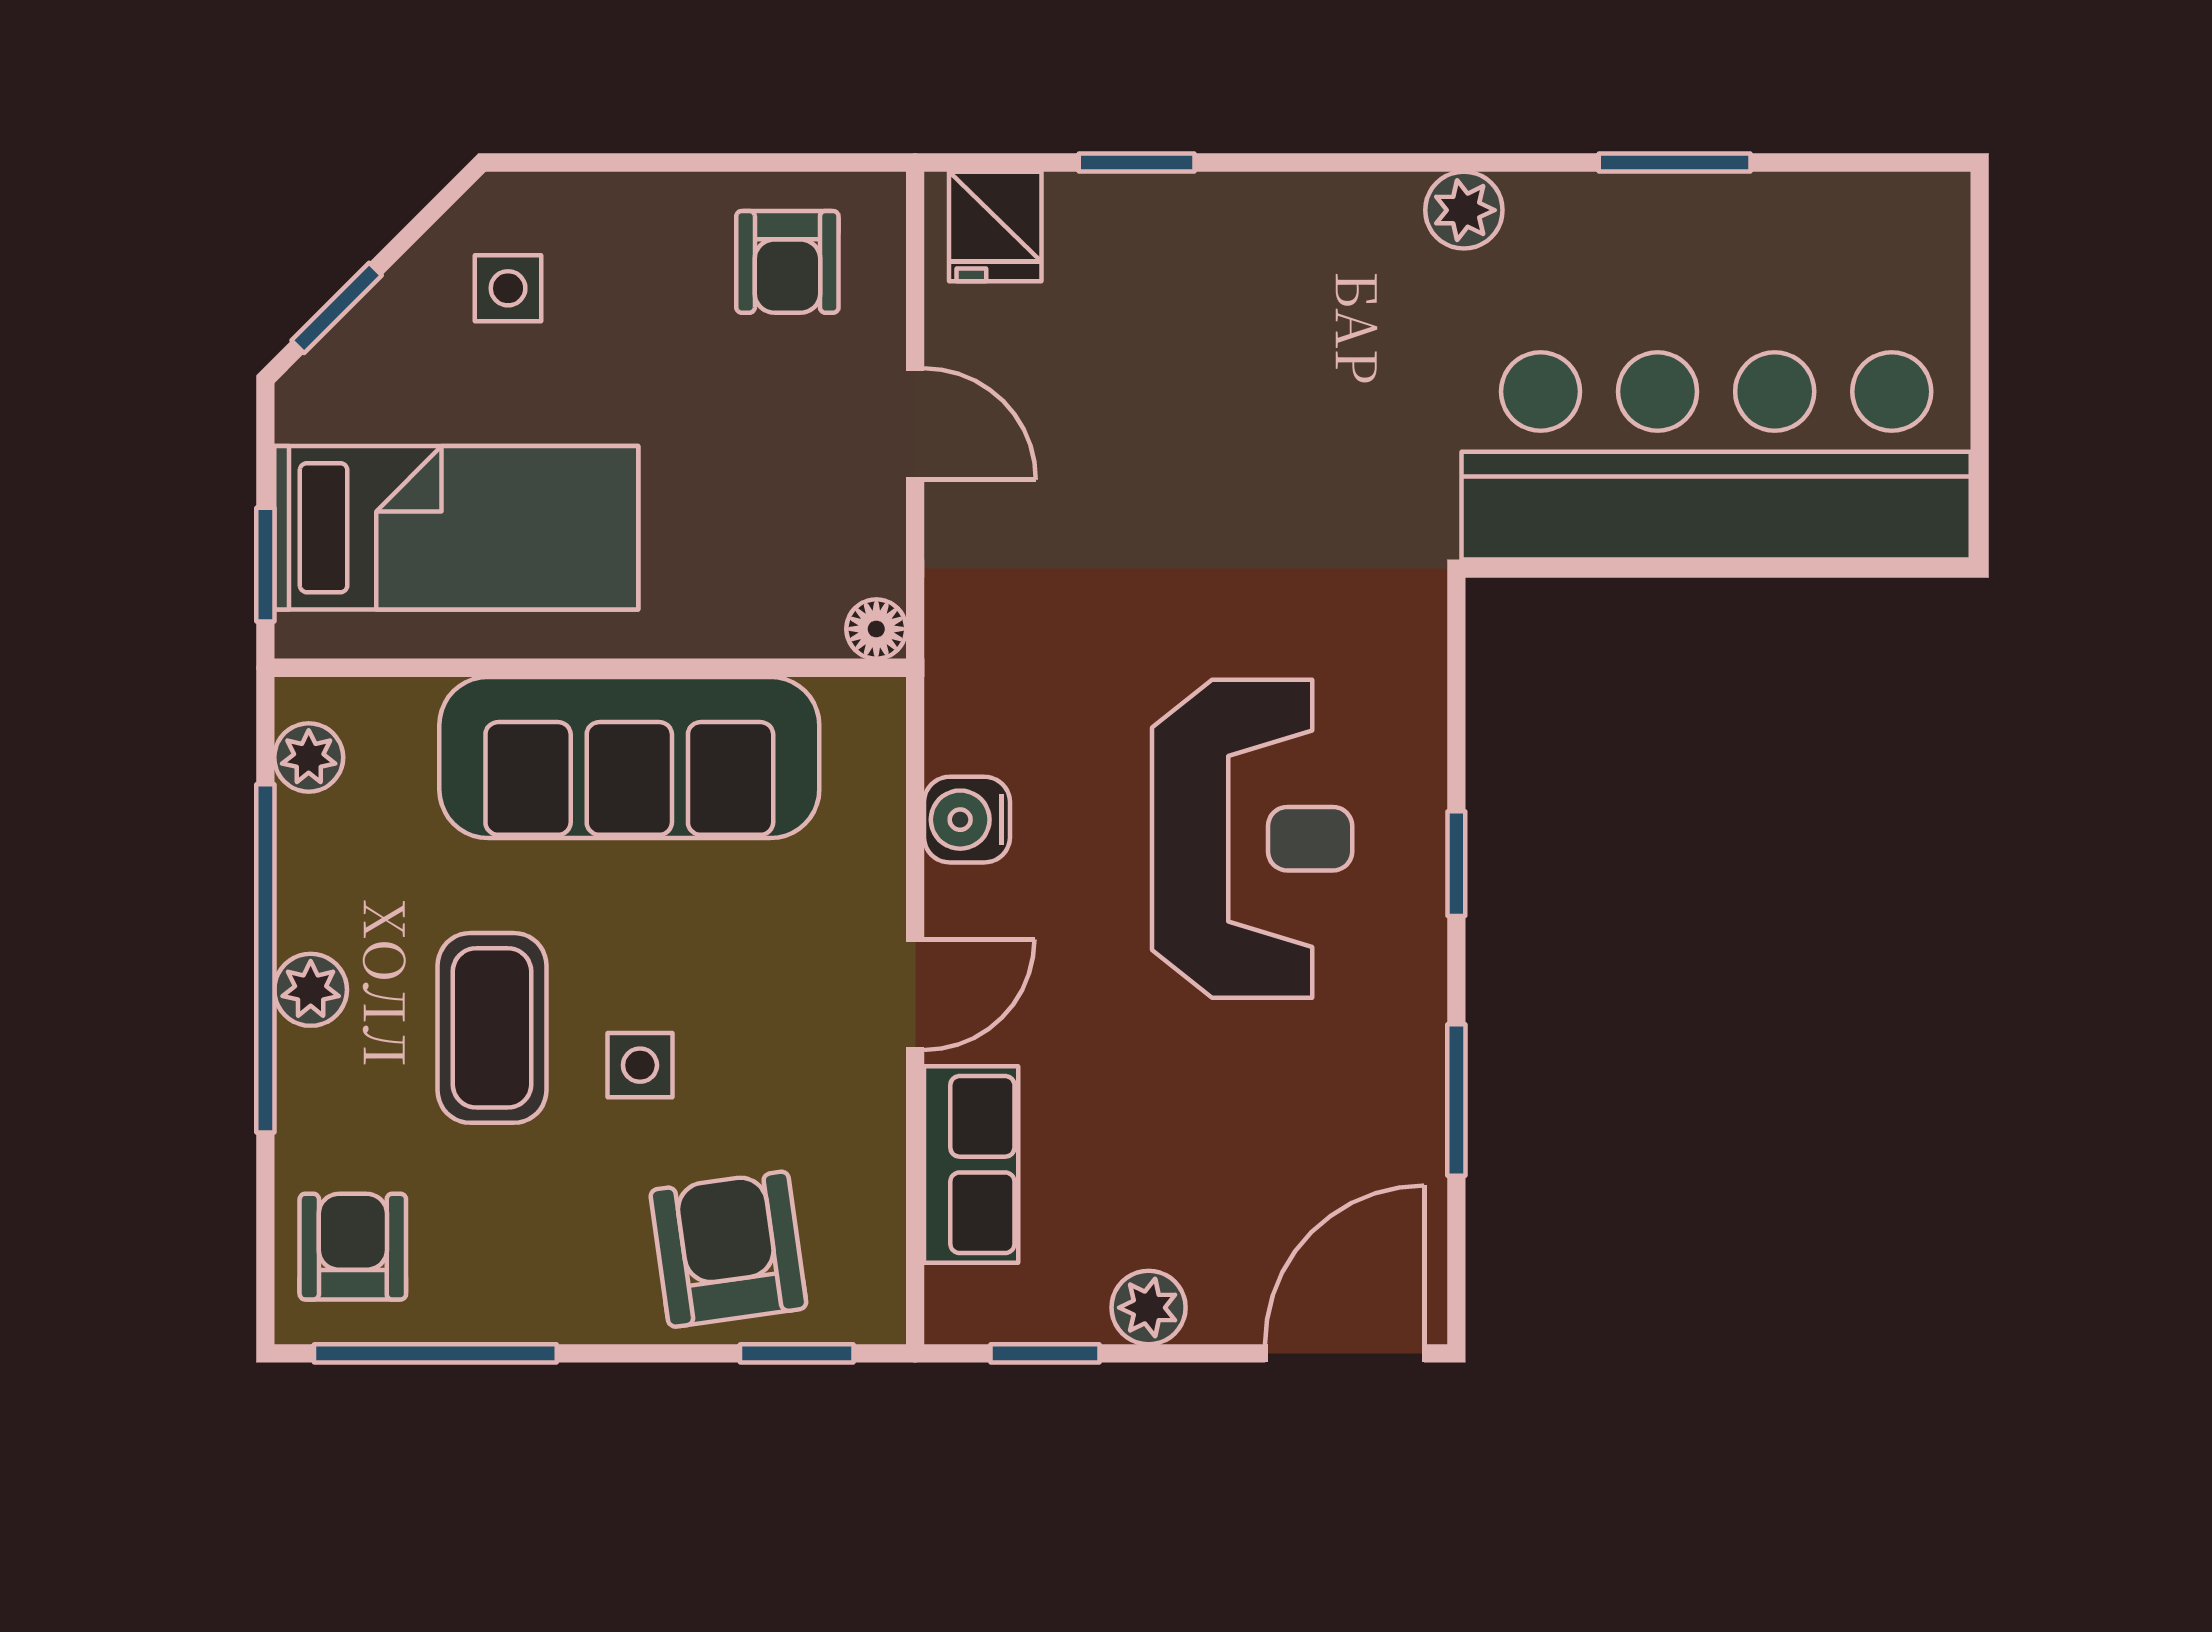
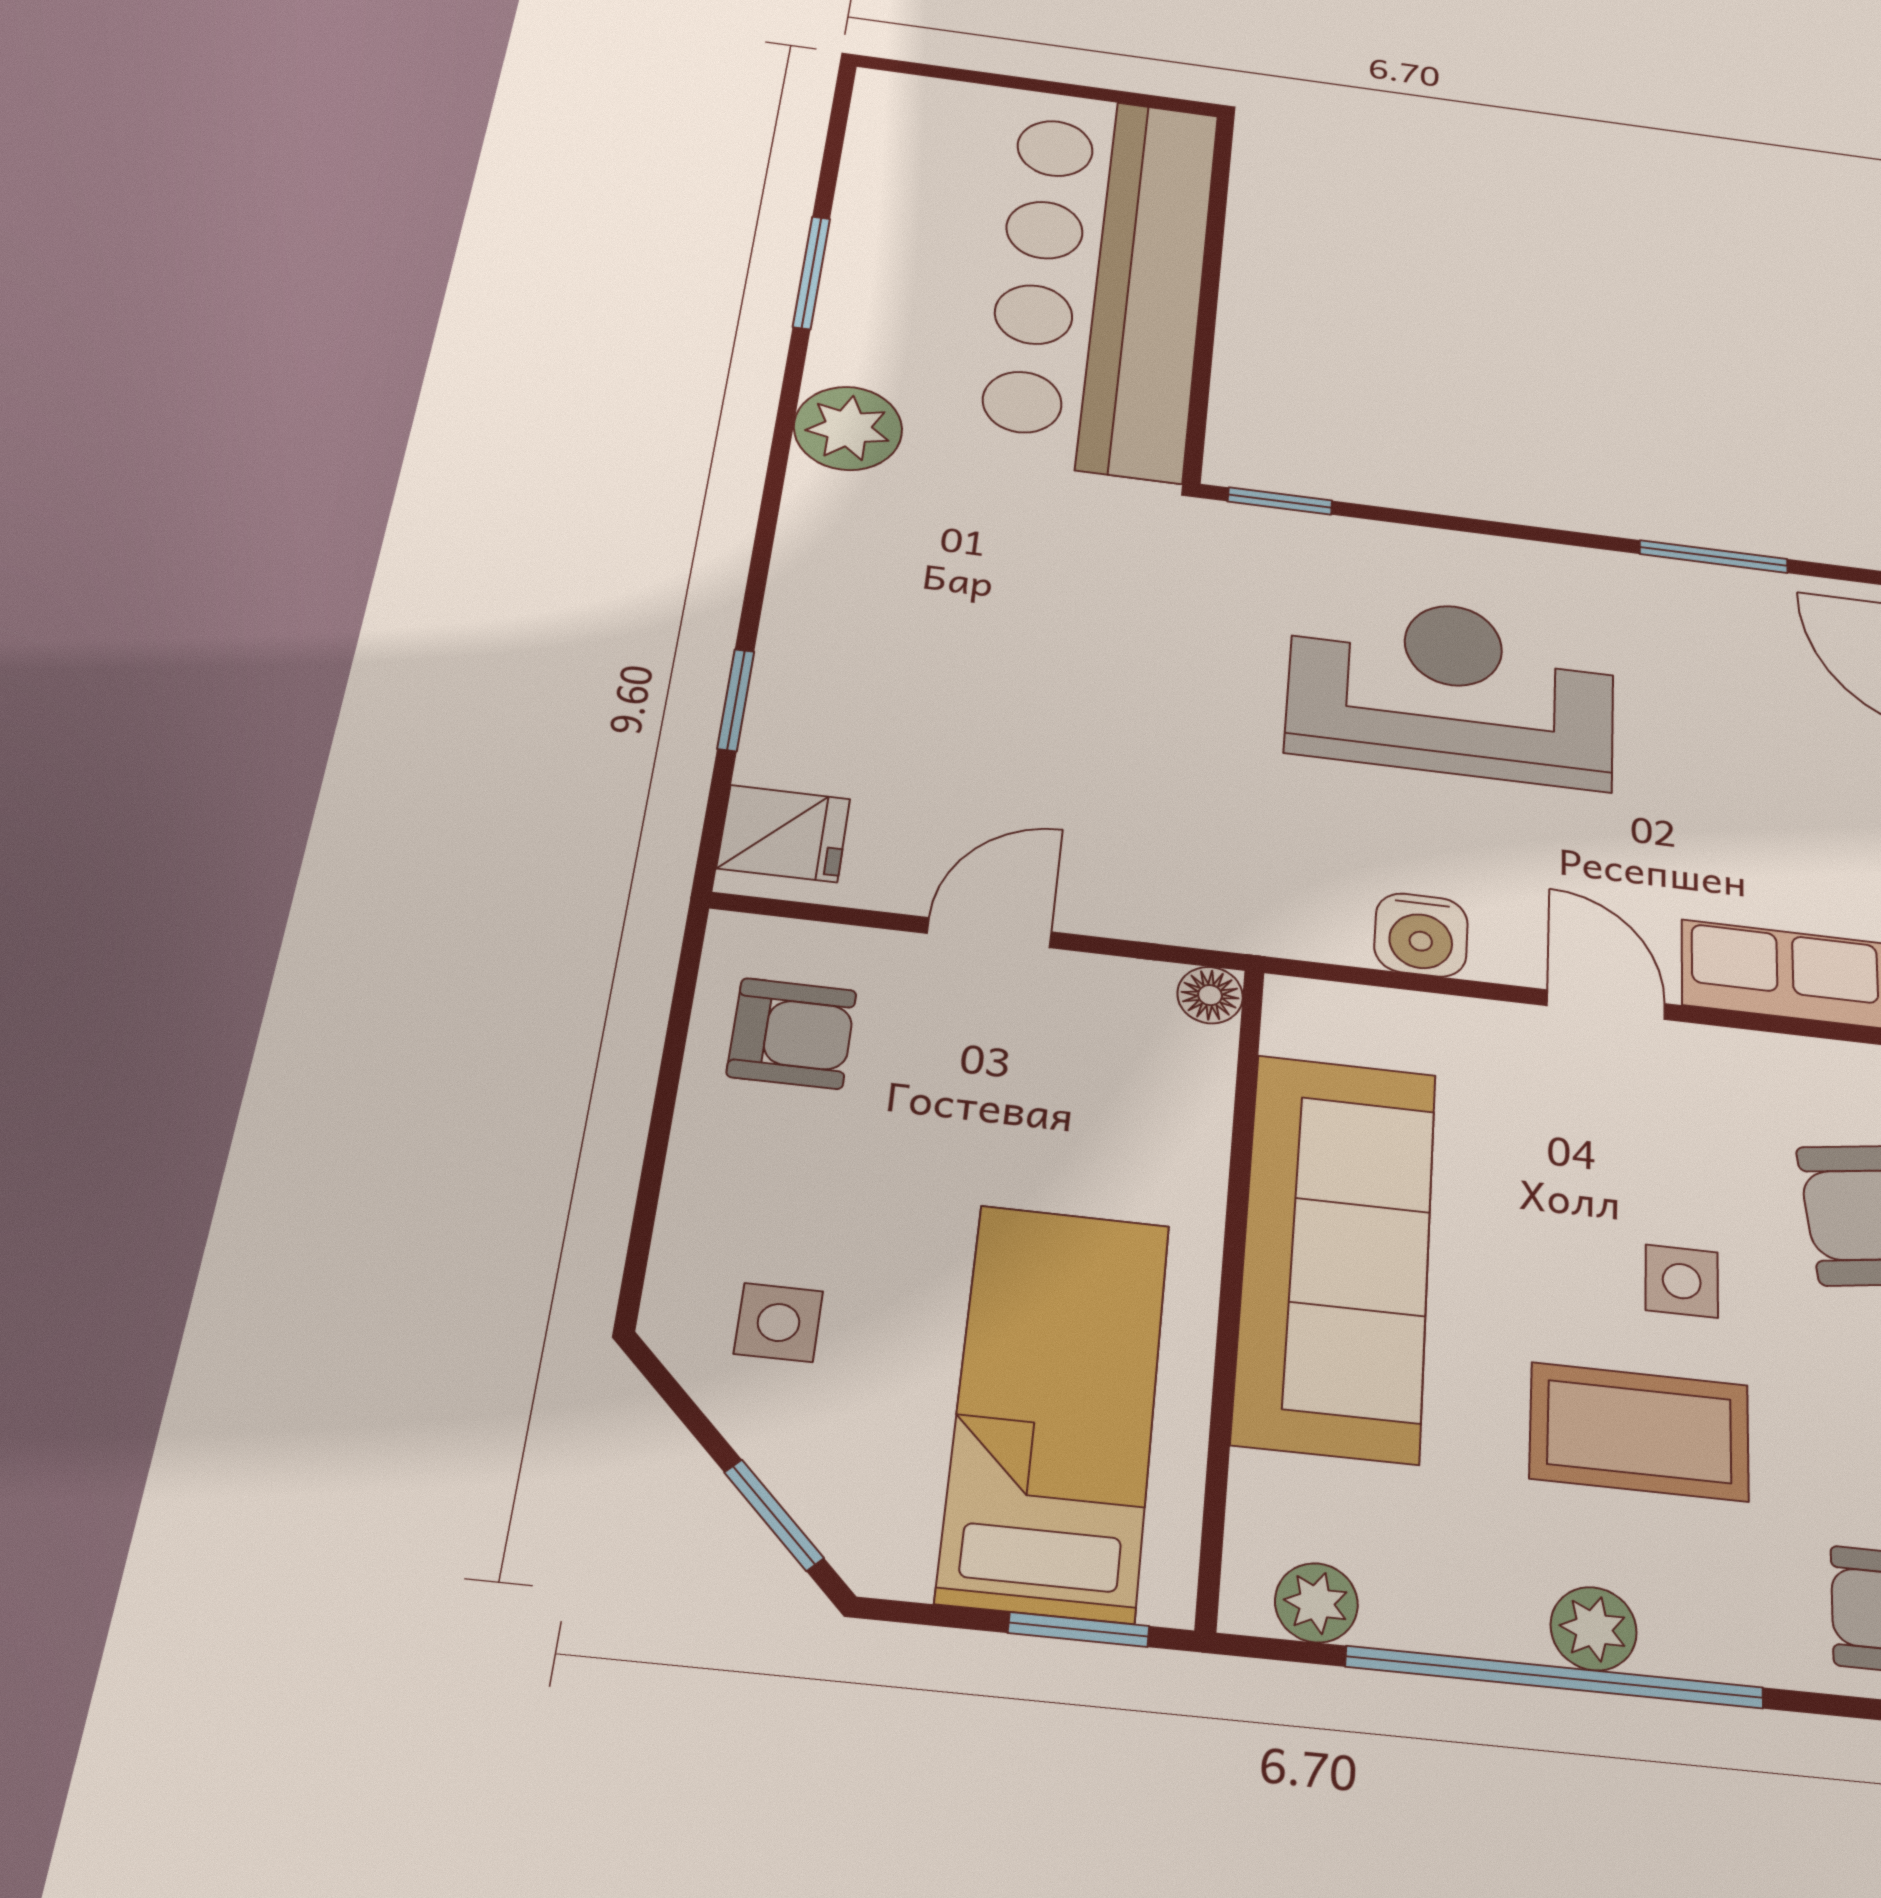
plant: (1464, 210) -> (848, 428), width x1.38, depth x1.38
window: (1456, 864) -> (1280, 501), moved

